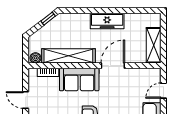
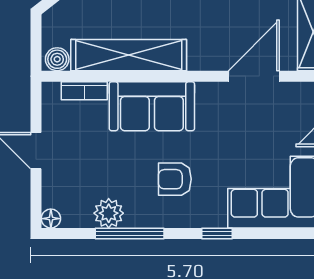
door: (113, 66) -> (254, 76), moved

